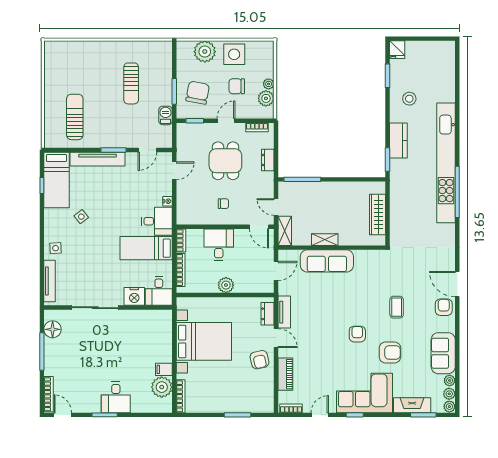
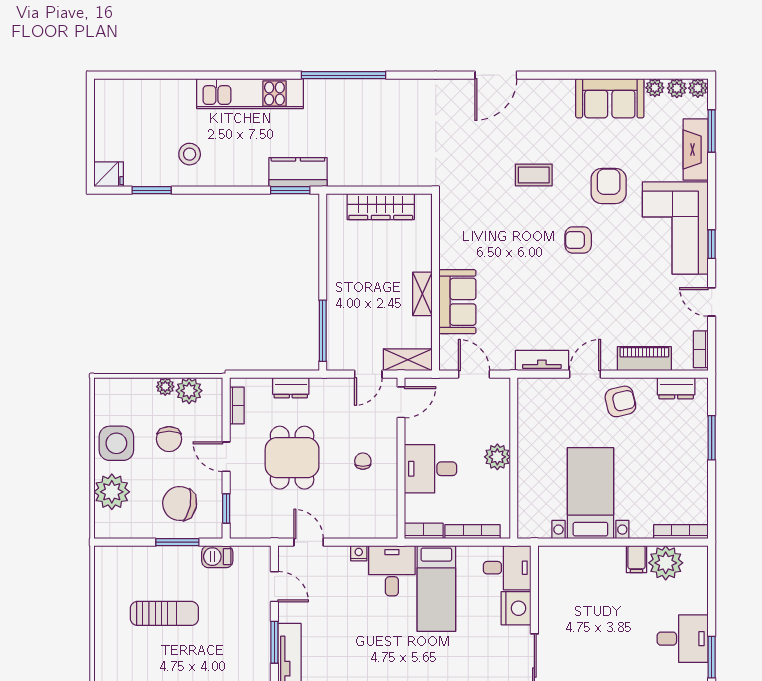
kitchen counter: (398, 140) -> (298, 172), moved
dining table: (225, 161) -> (292, 458), turned 90
kitchen unit: (446, 163) -> (250, 94), width x0.54
sofa: (327, 261) -> (457, 302), width x0.73
armchair: (444, 307) -> (534, 97), removed
dresser: (268, 314) -> (676, 388), moved
bed with nightstands: (204, 341) -> (590, 493), width x0.73

